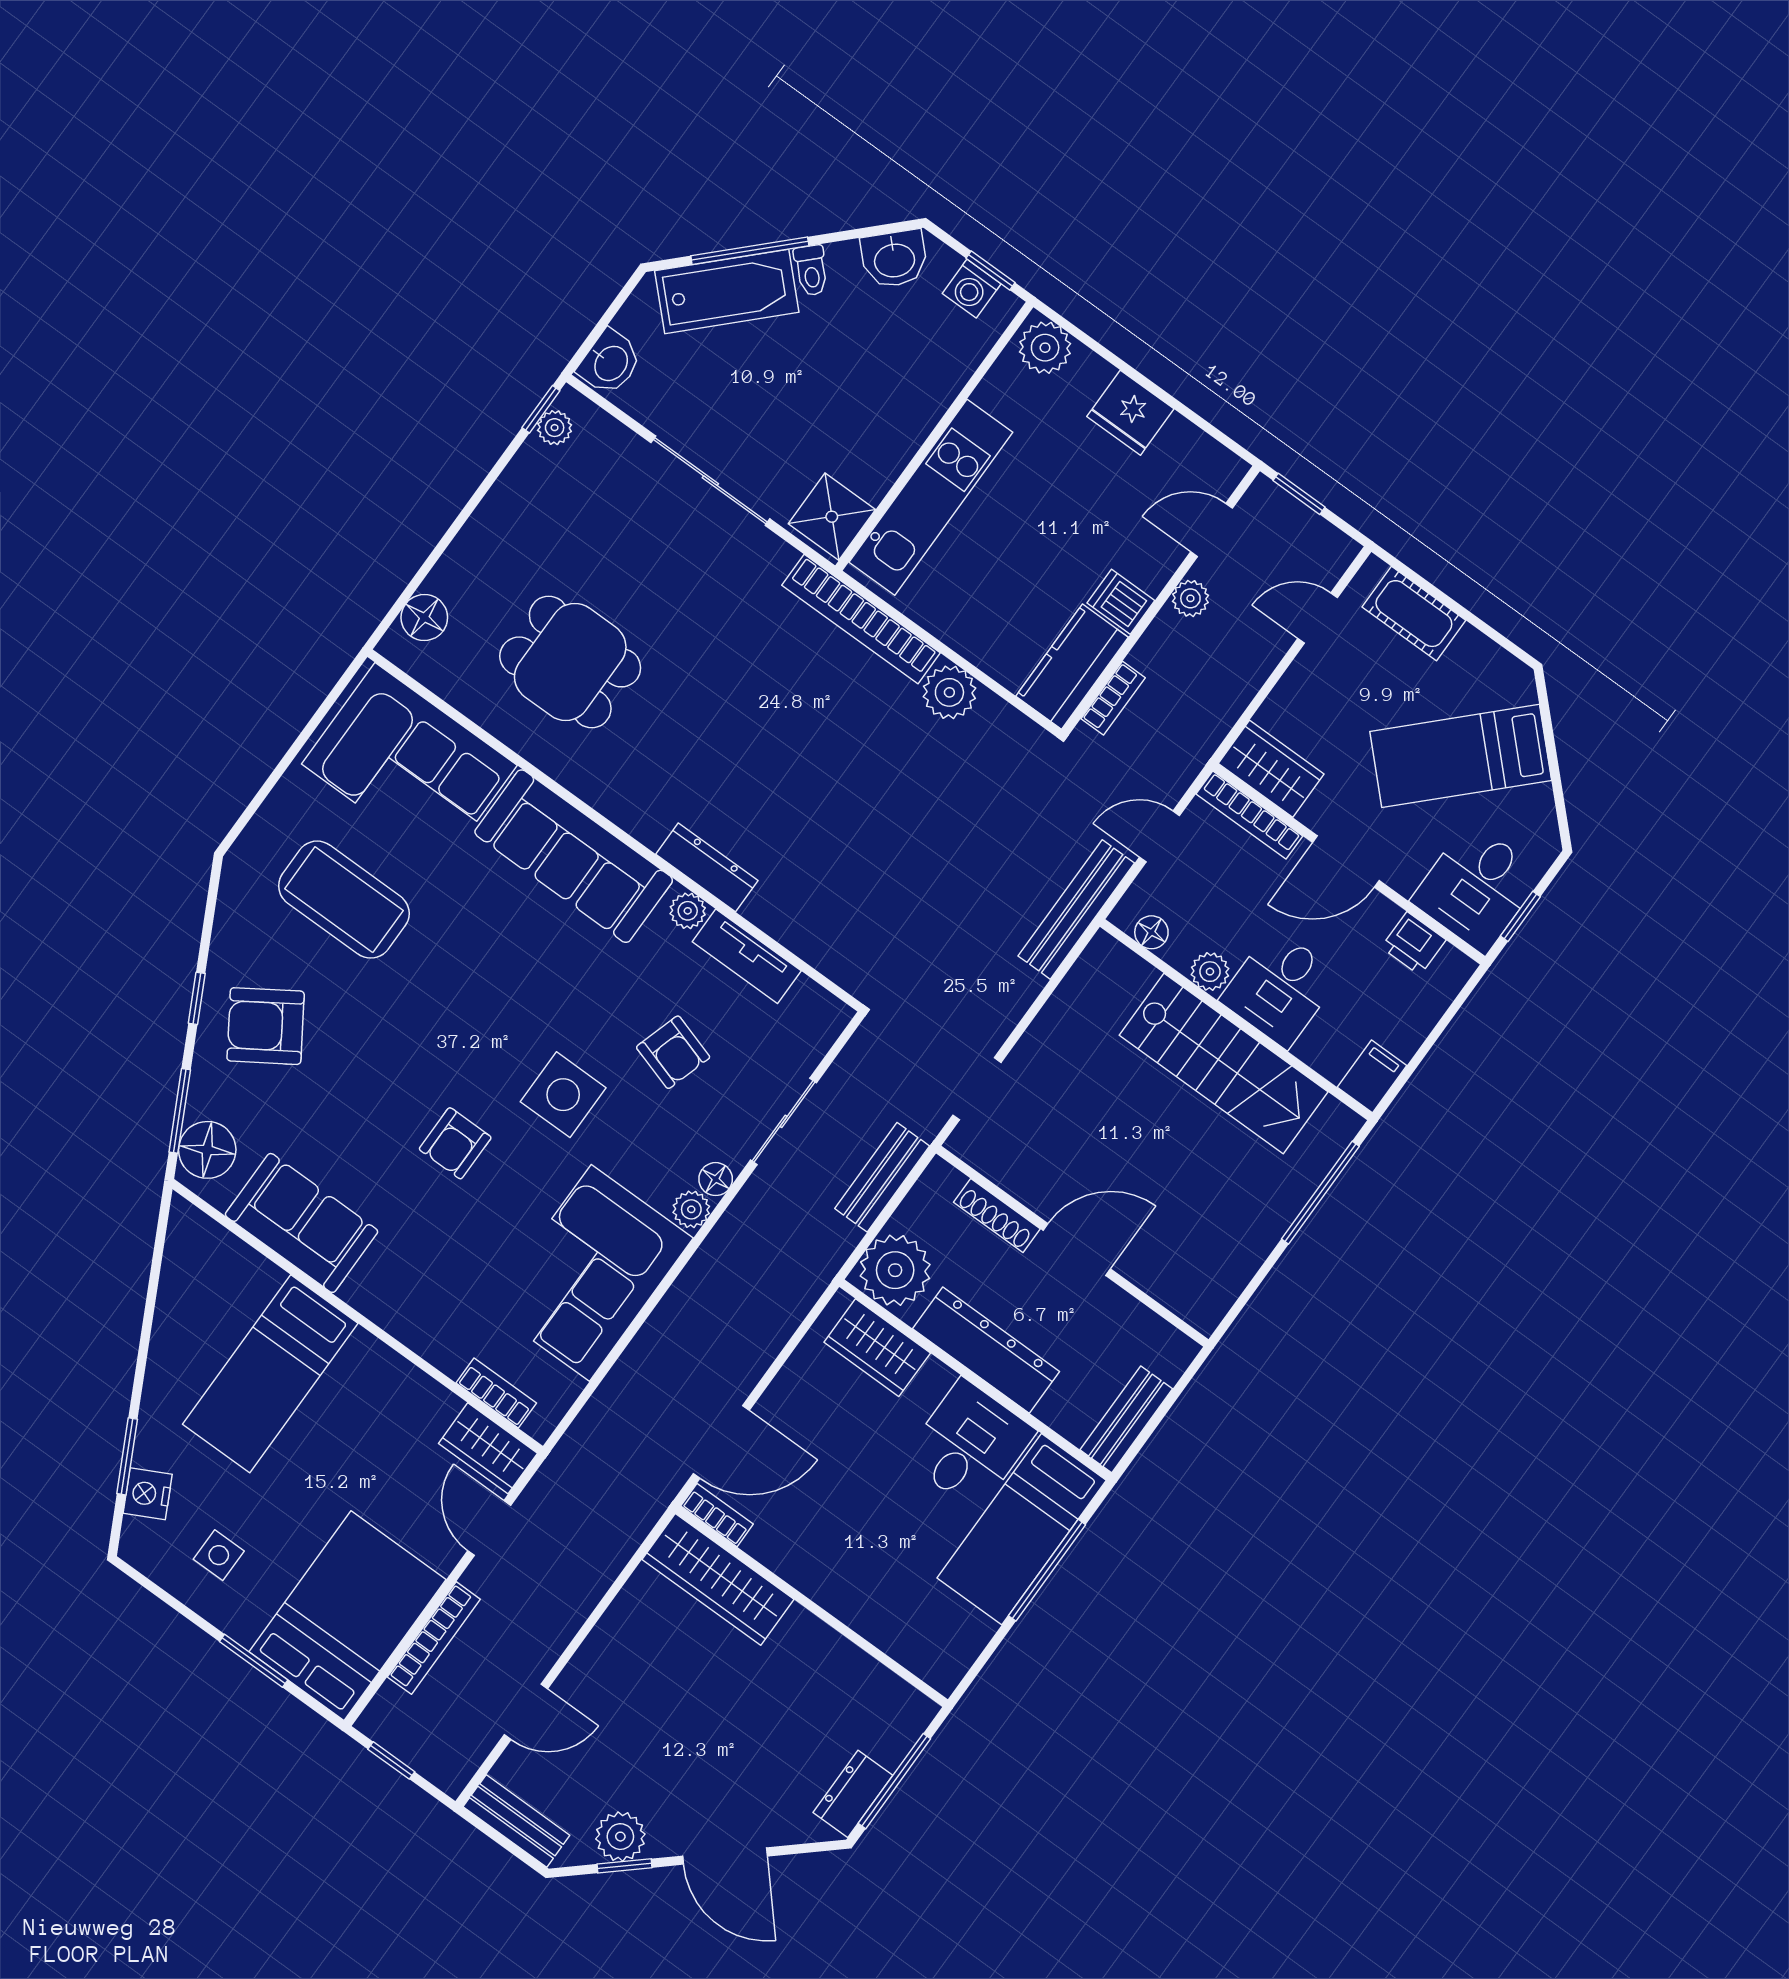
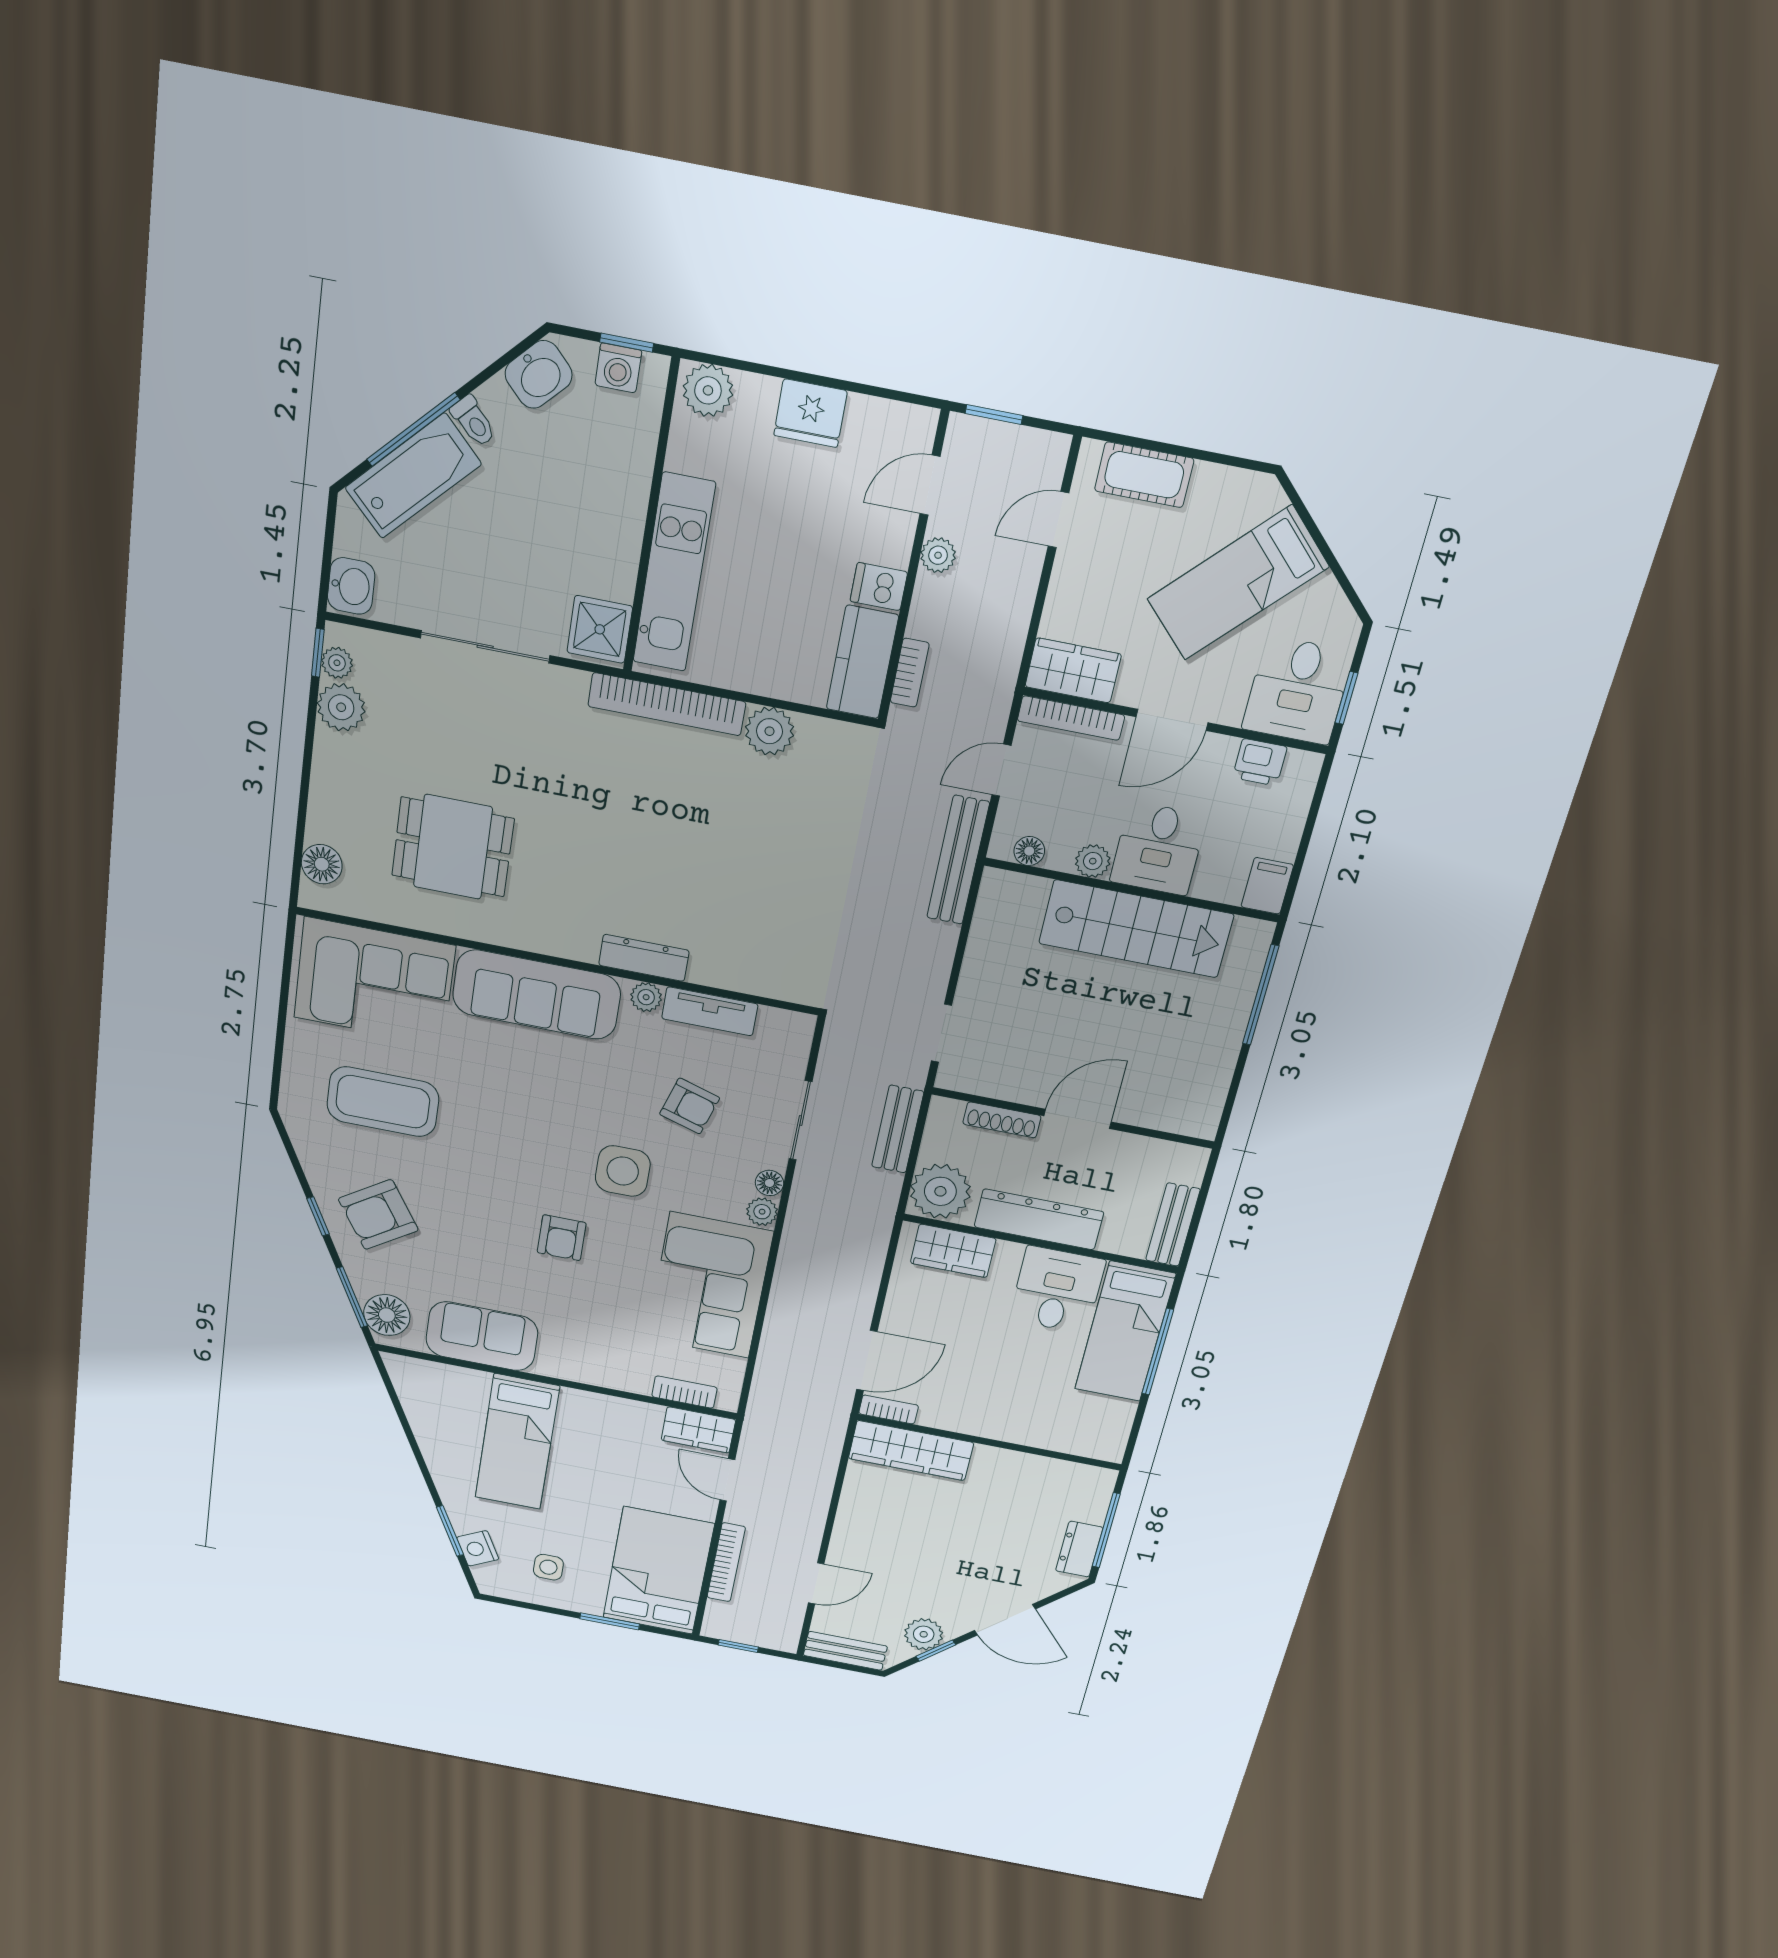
plant: (534, 472) -> (341, 707), added

